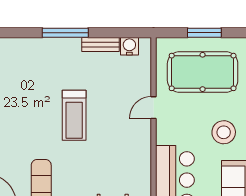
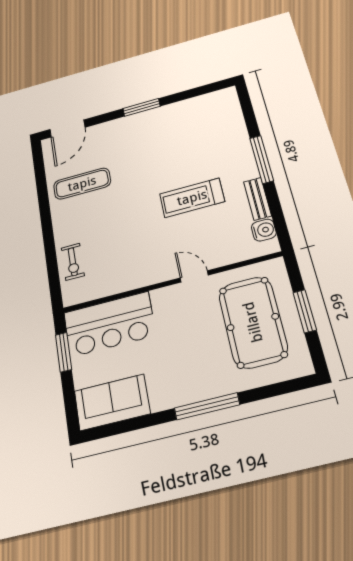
treadmill: (74, 115) -> (192, 198), moved
stool: (224, 132) -> (180, 367), removed

